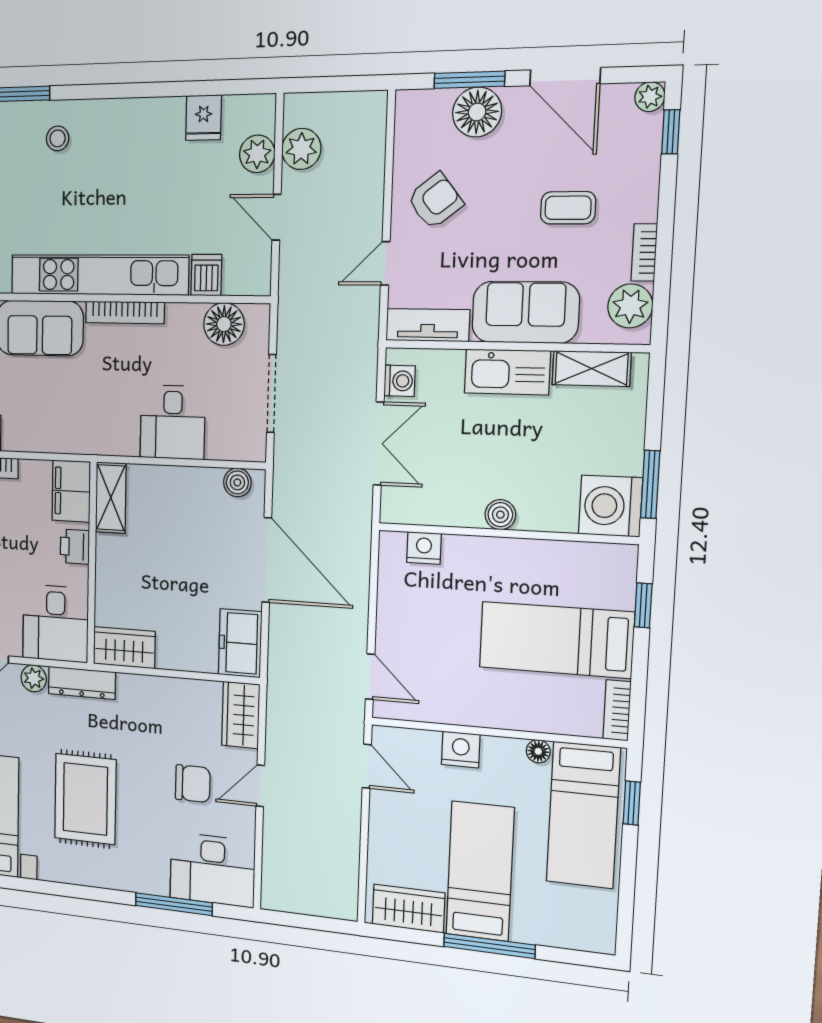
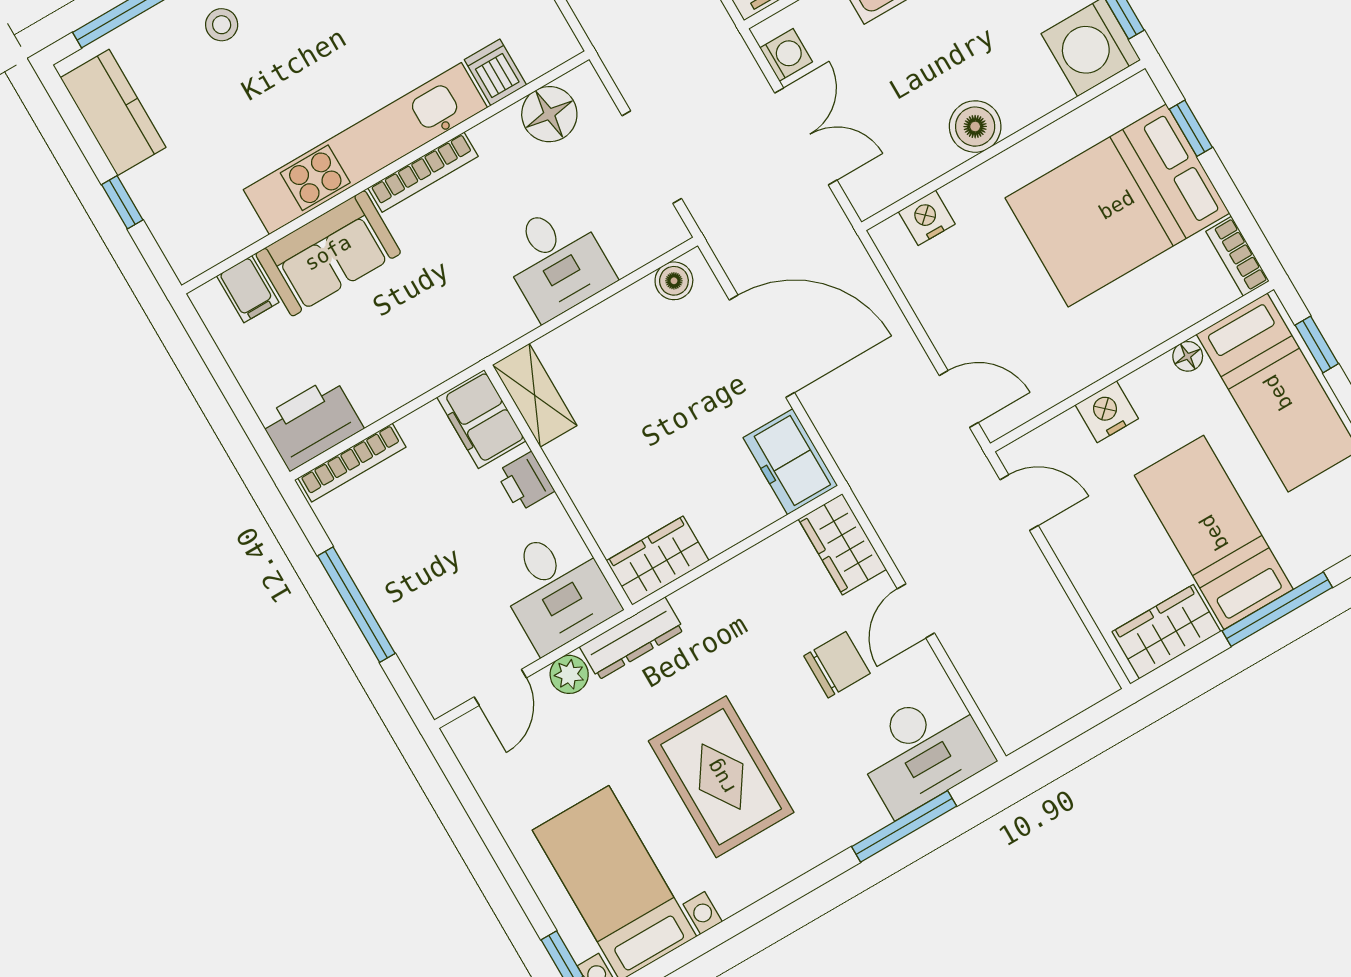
boiler: (500, 515) -> (975, 127), width x1.36, depth x1.36
bed: (556, 640) -> (1117, 205), width x1.50

